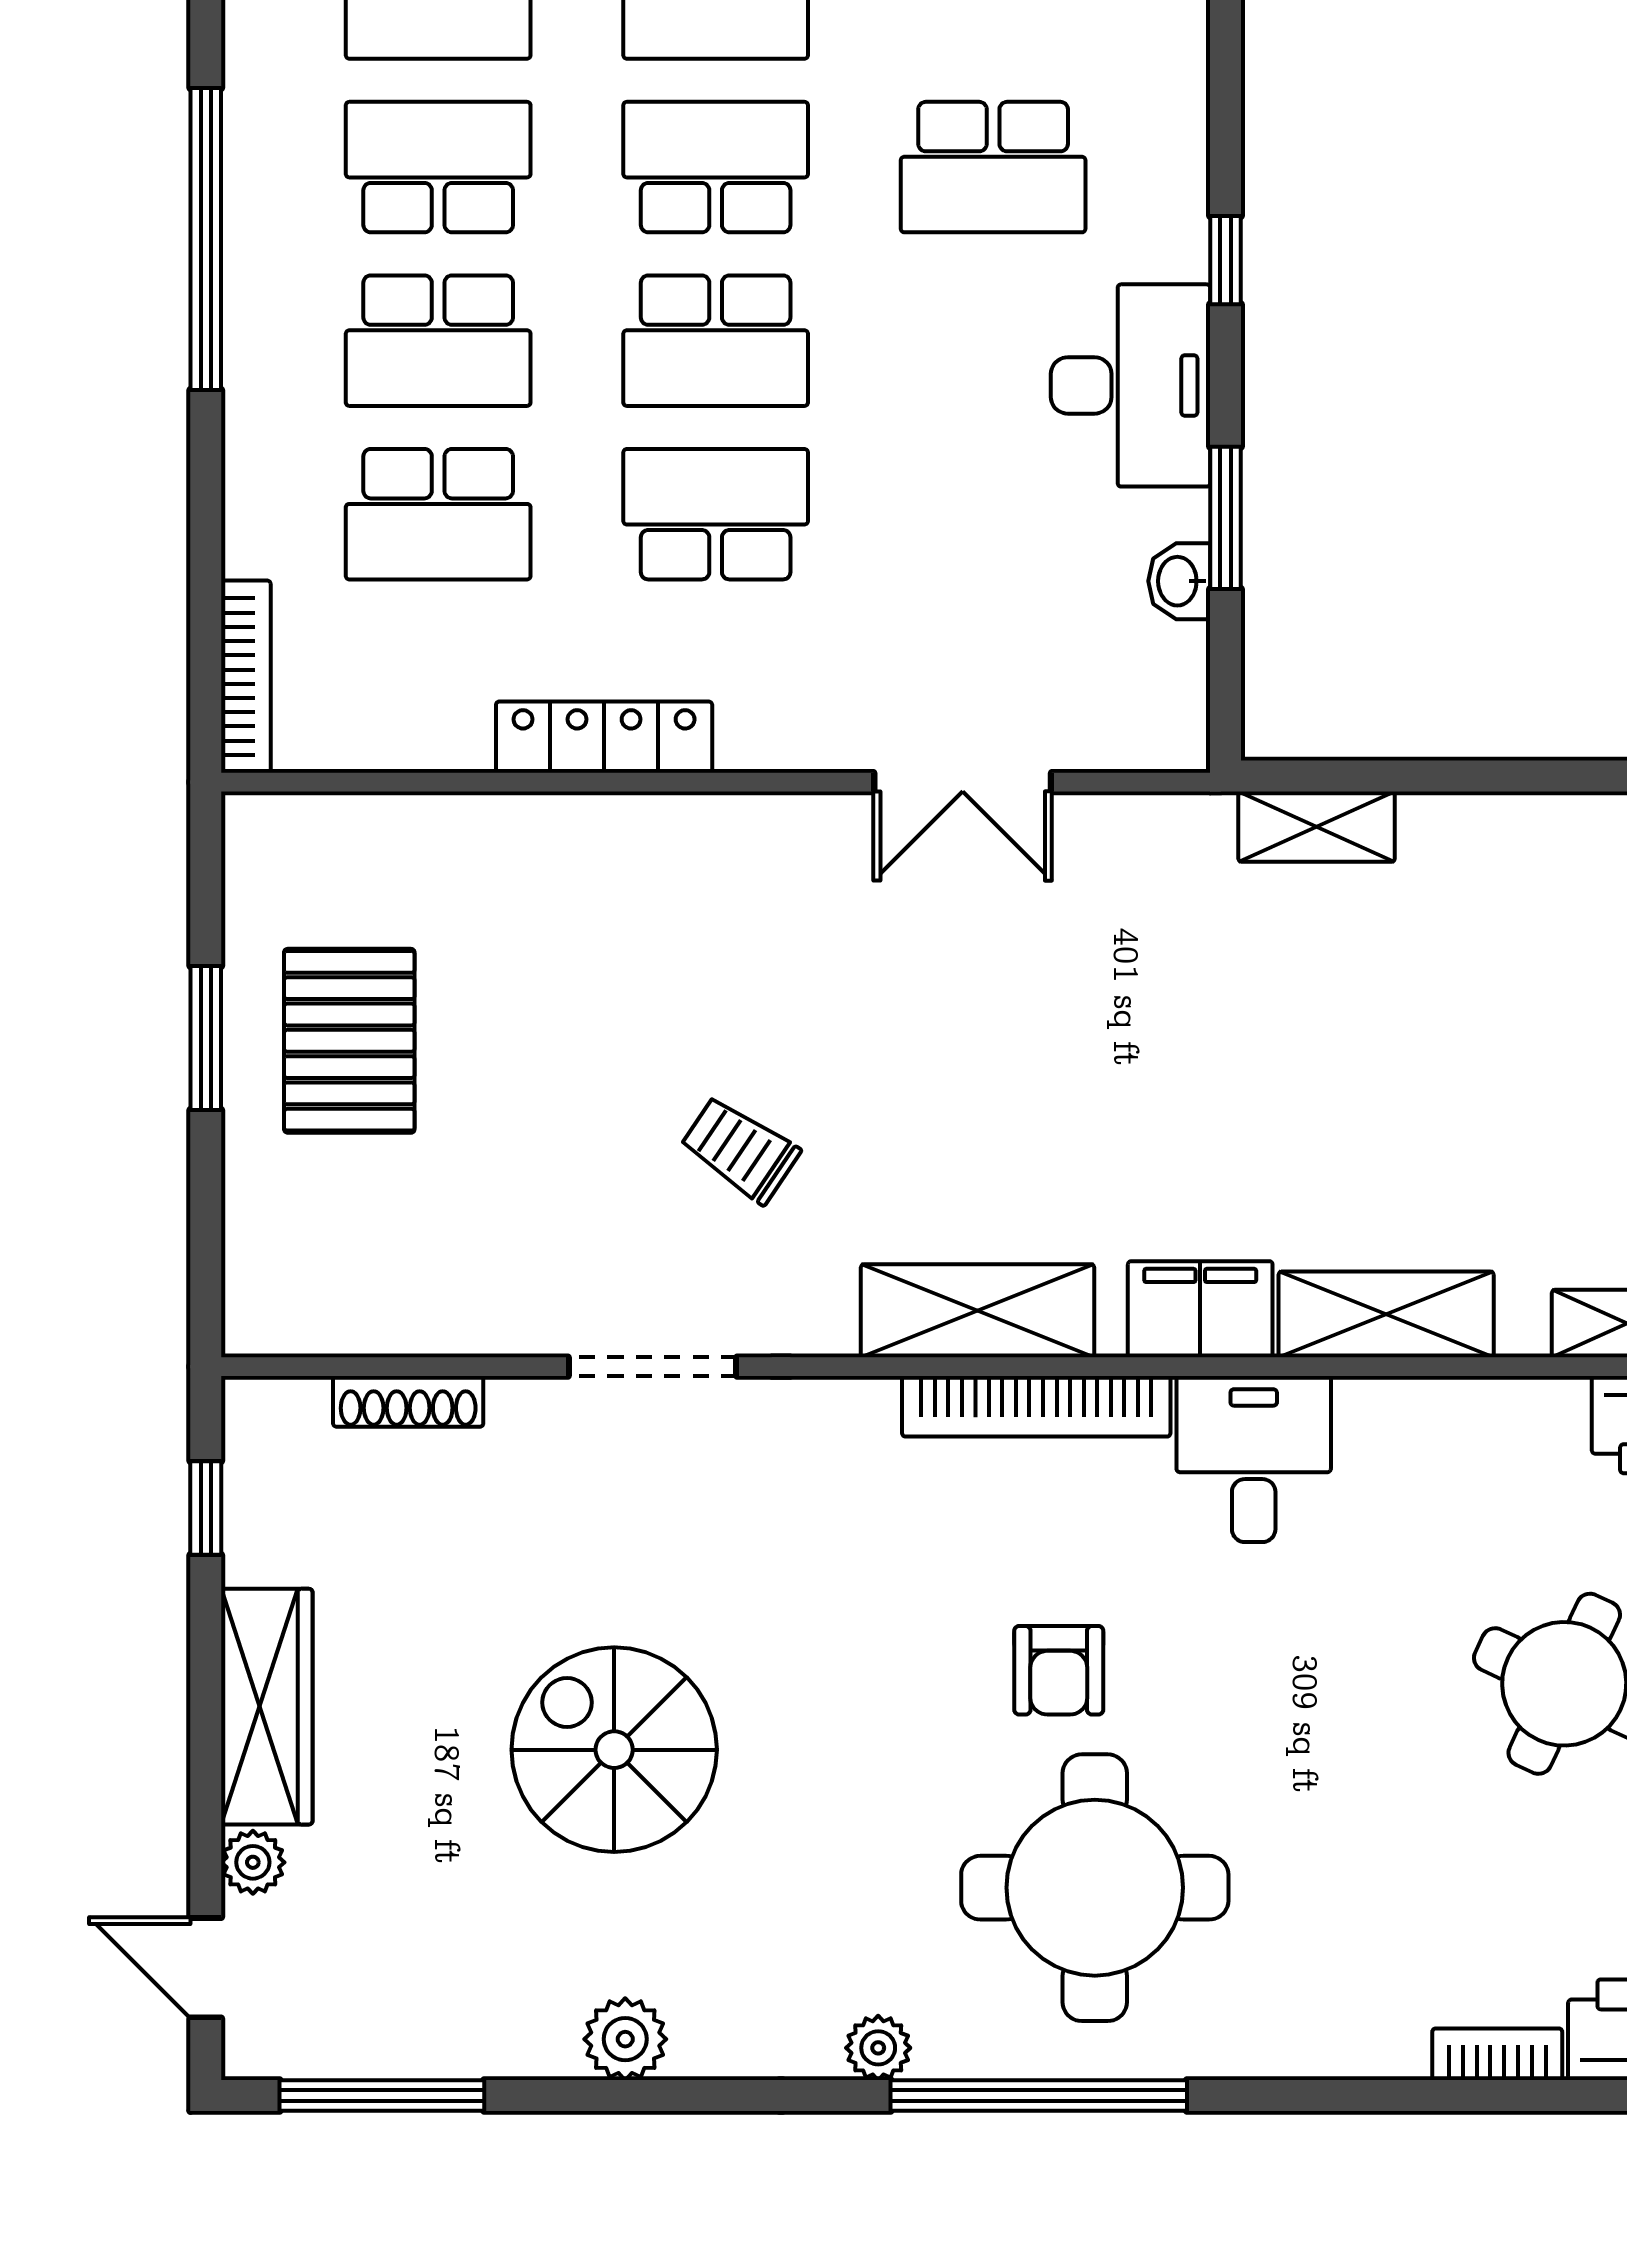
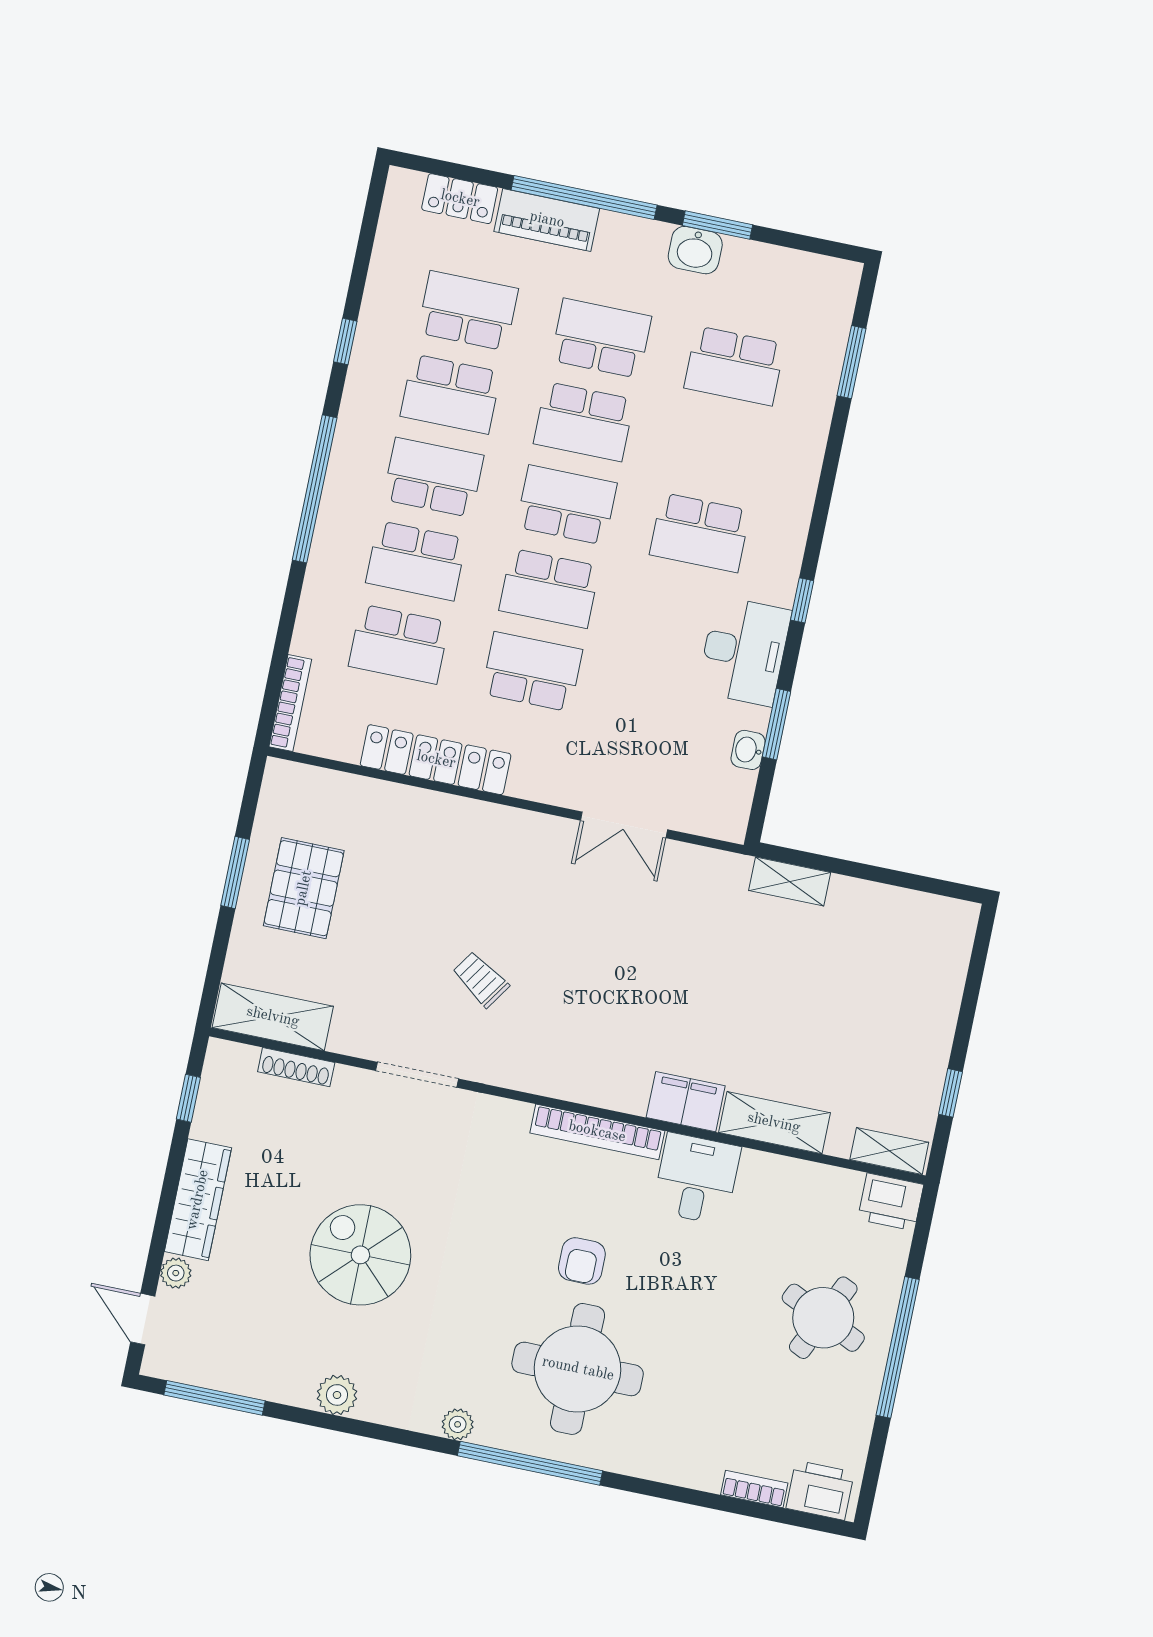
locker: (604, 737) -> (436, 760), width x1.41, depth x1.21
shelving: (978, 1311) -> (273, 1017), moved

